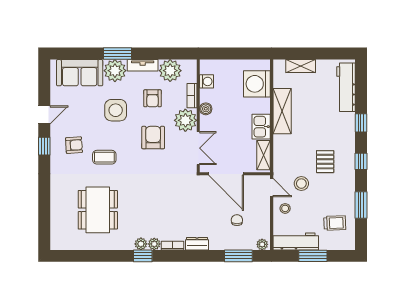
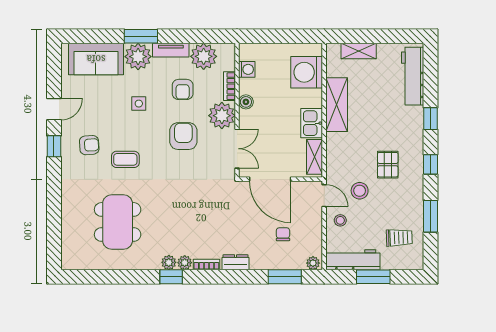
side table: (116, 110) -> (139, 104), width x0.54, depth x0.54

